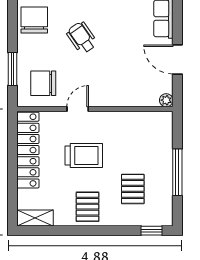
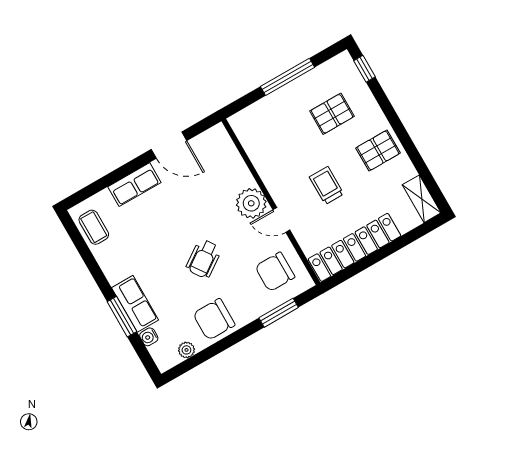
door: (177, 60) -> (169, 145), hinge flipped
chair: (43, 83) -> (275, 272), turned 90
plant: (166, 100) -> (251, 203), moved, width x1.87, depth x1.87
trolley: (84, 156) -> (327, 185), width x0.73, depth x0.72

